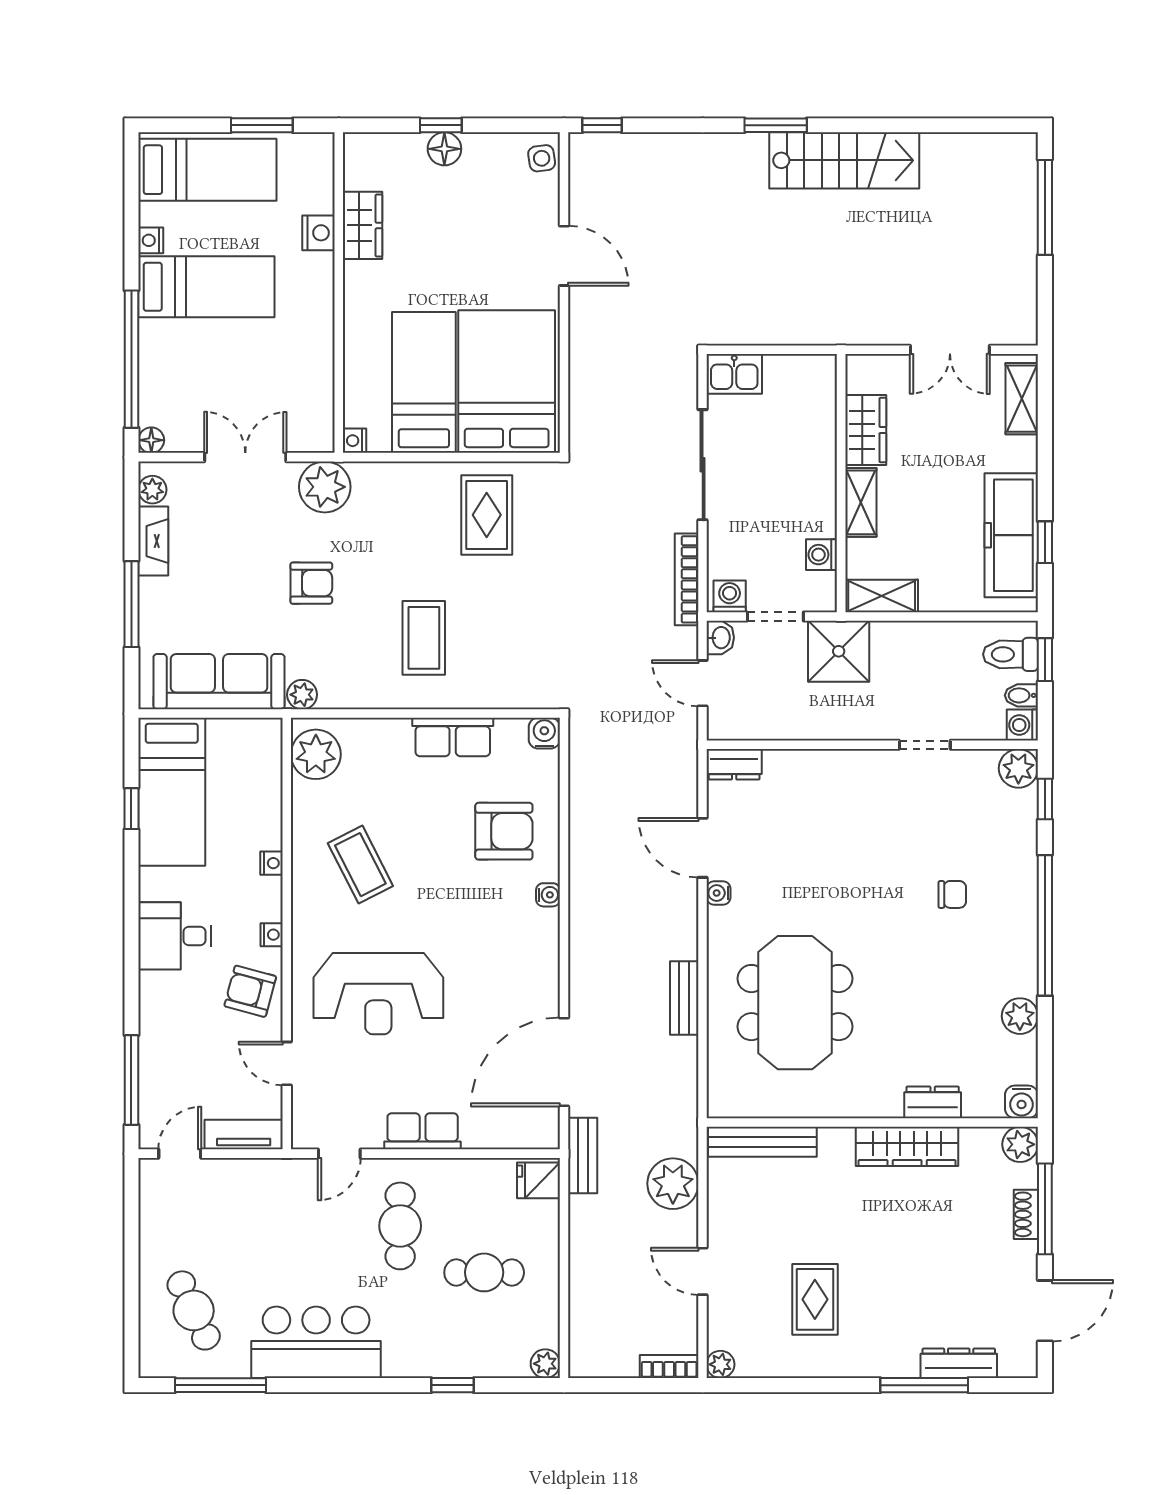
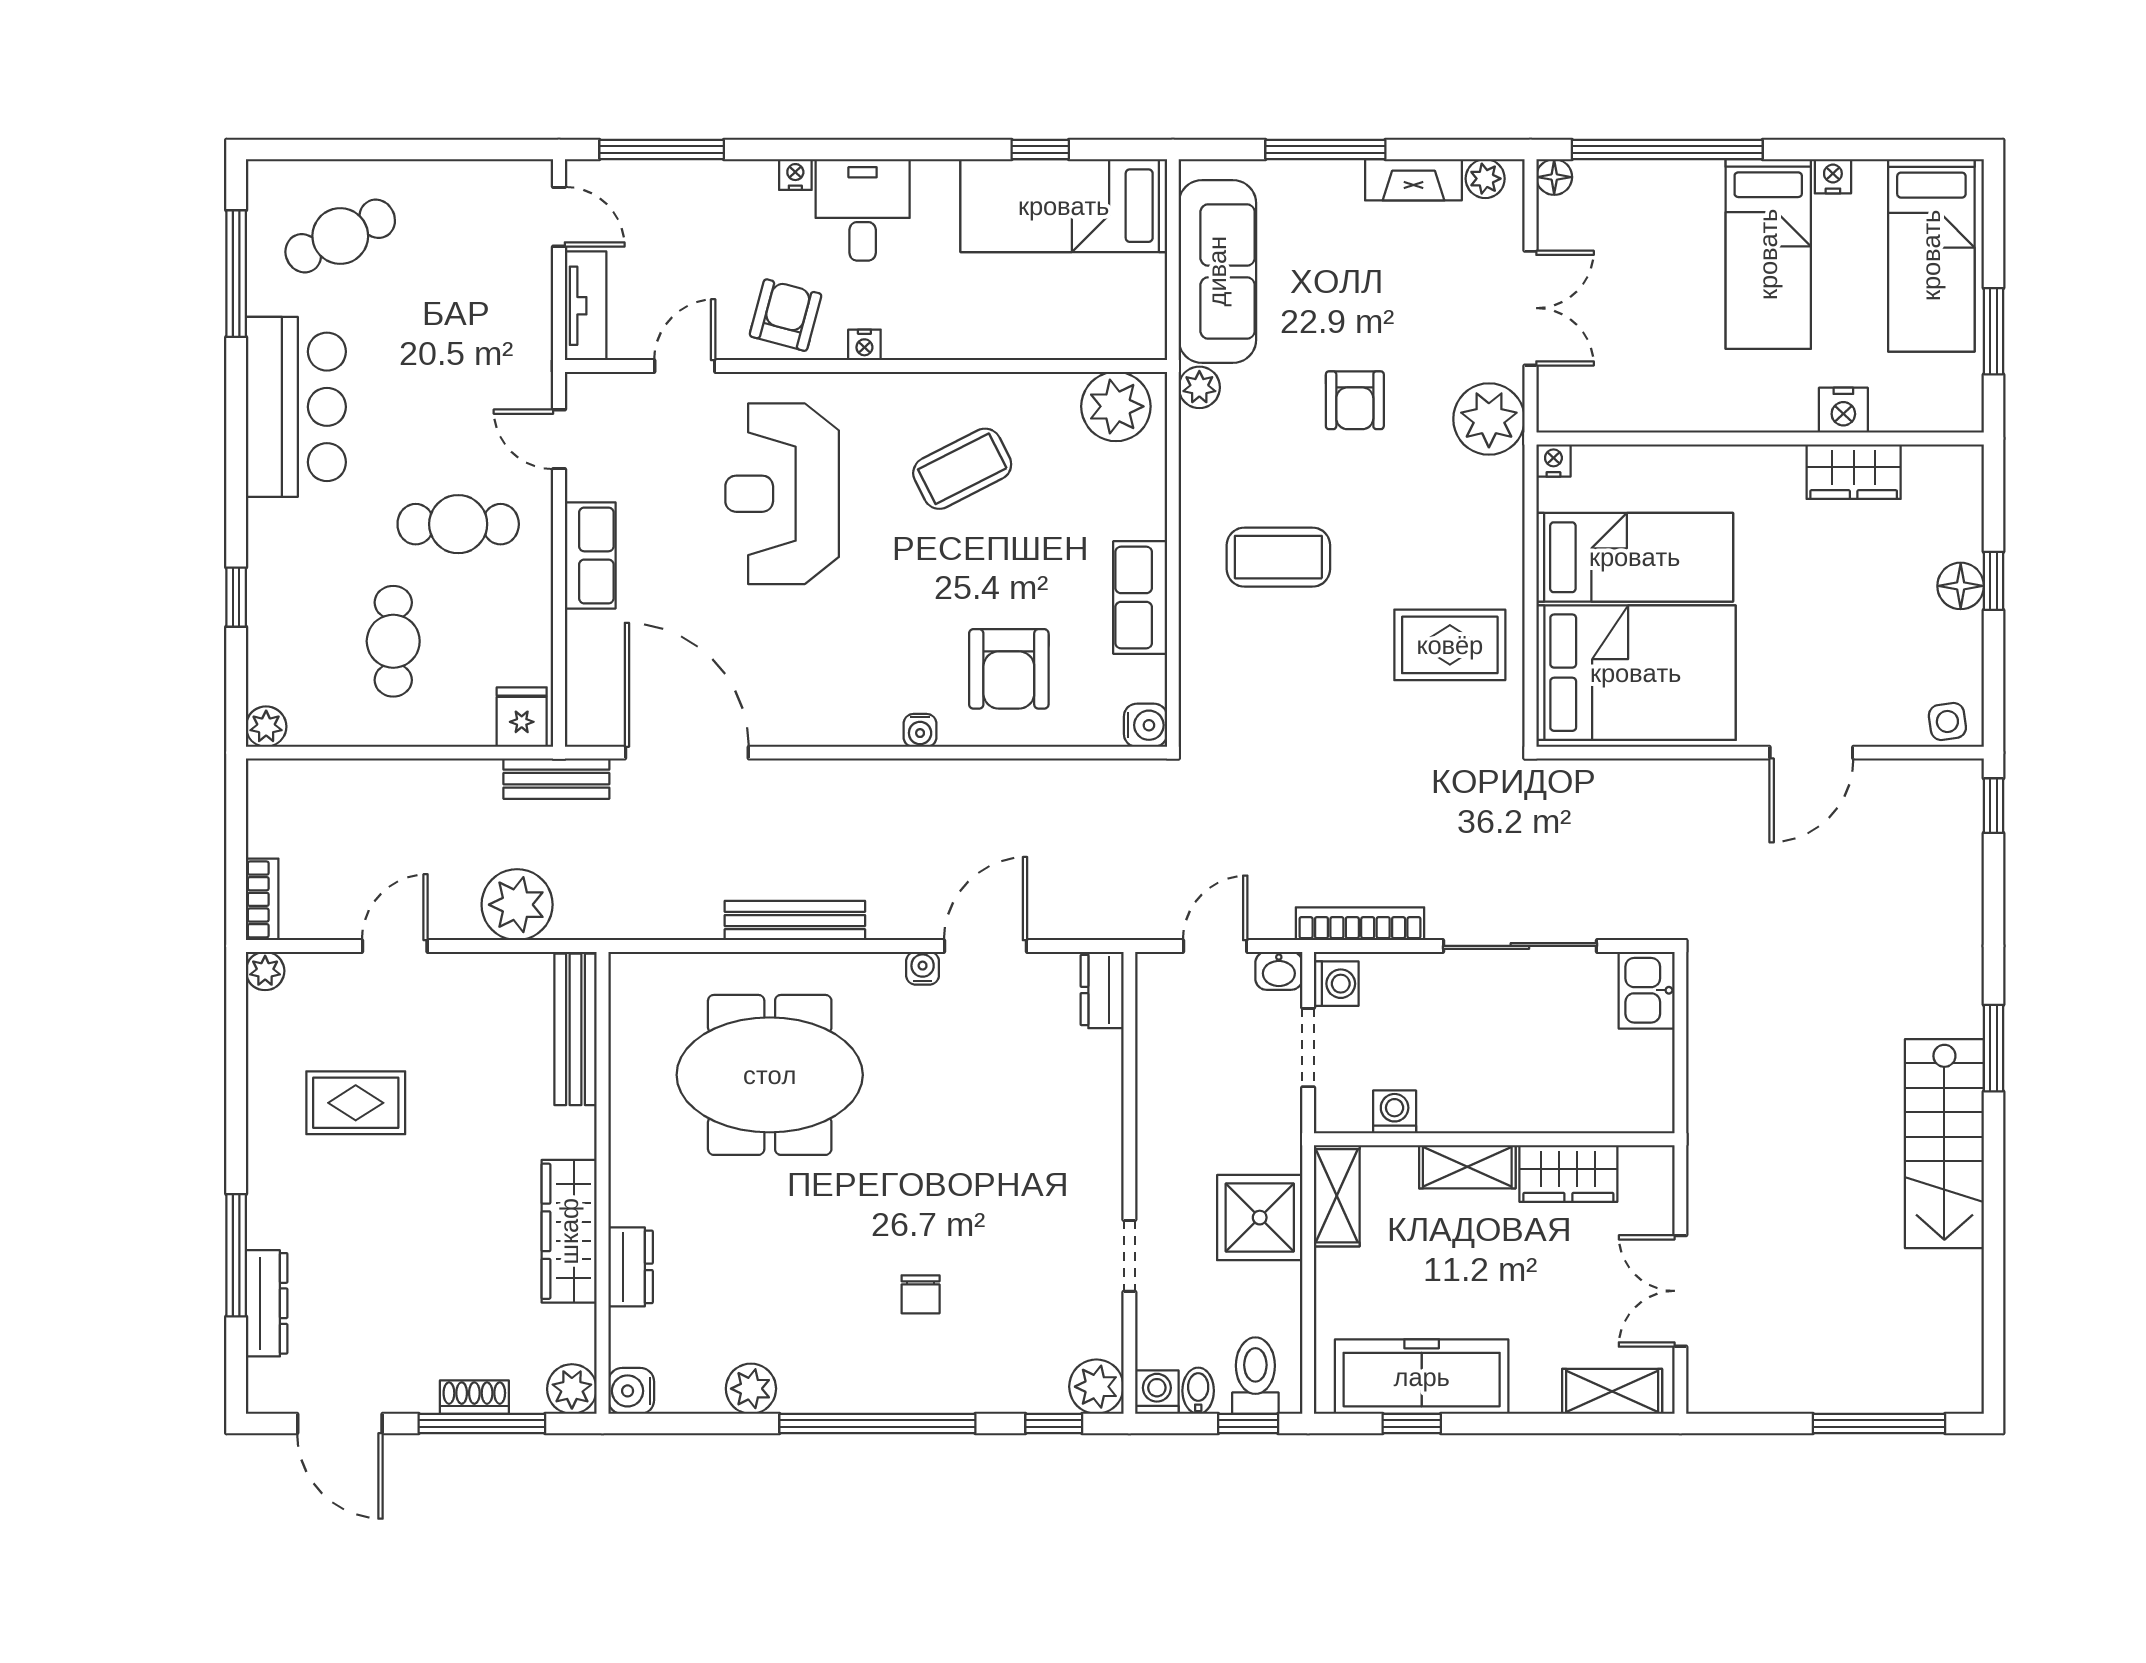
shower: (839, 651) -> (1260, 1218), moved
nightstand: (272, 863) -> (795, 175), moved, turned 180
bench: (684, 998) -> (795, 921), width x1.36

